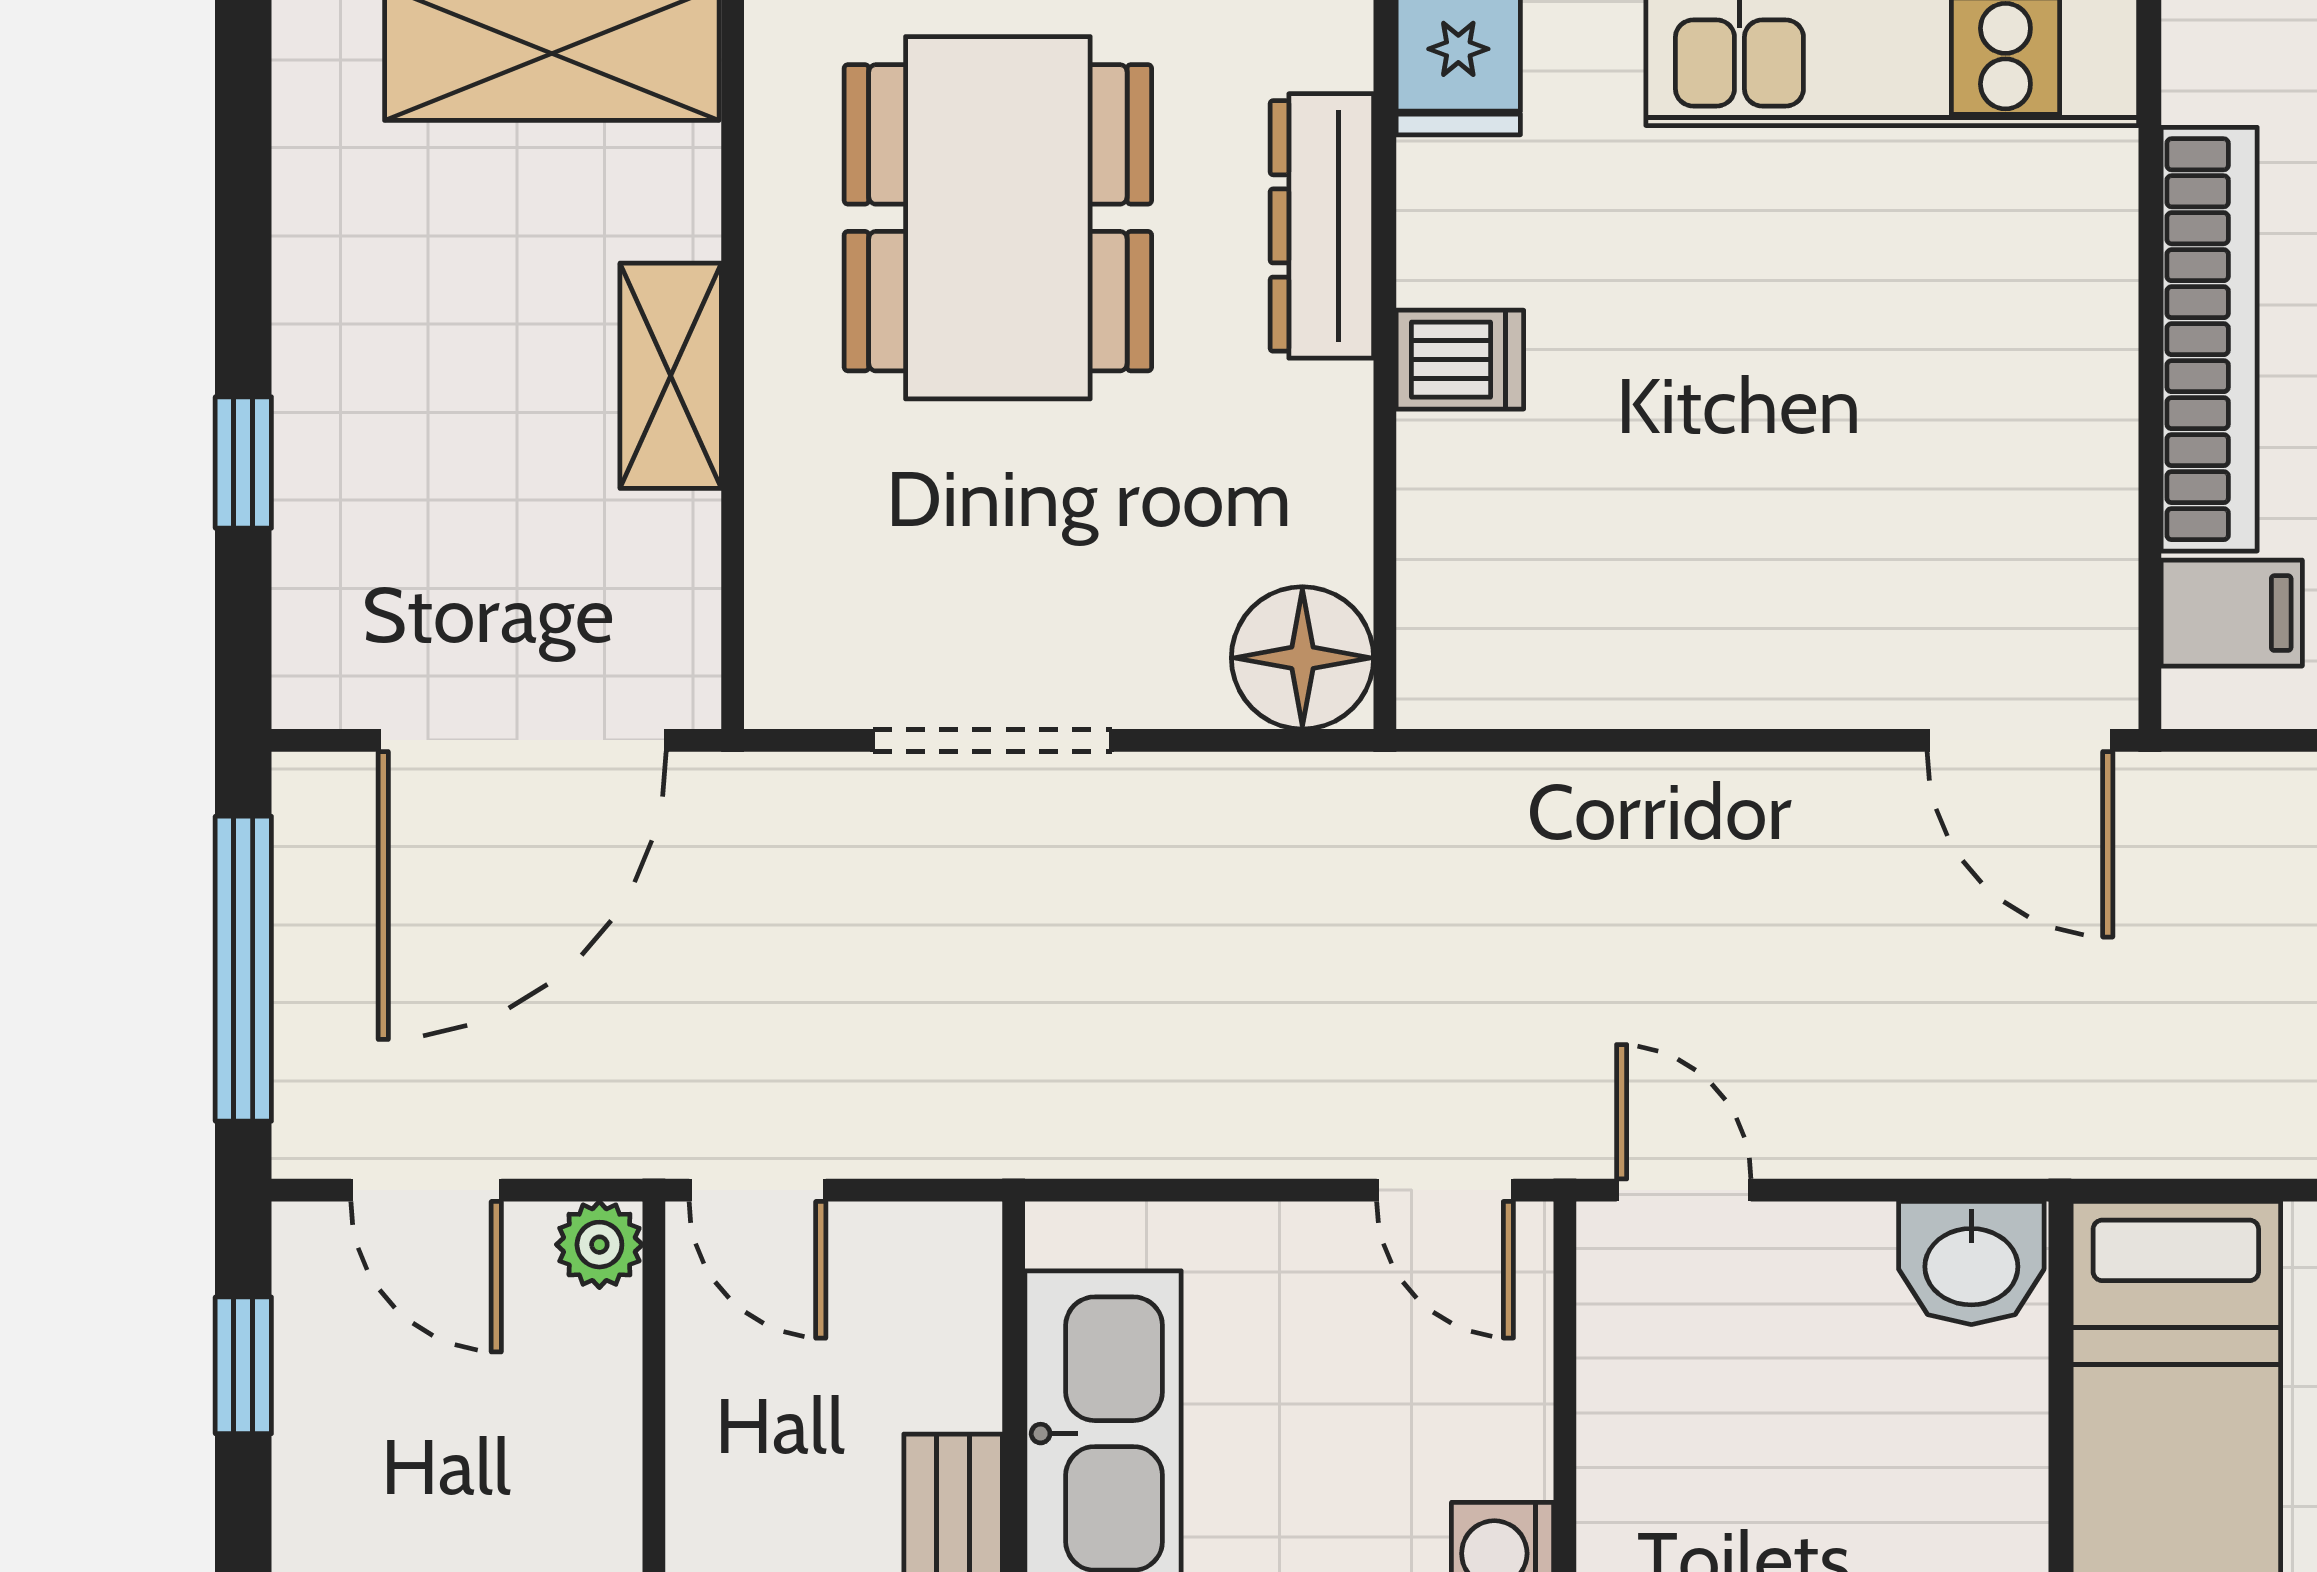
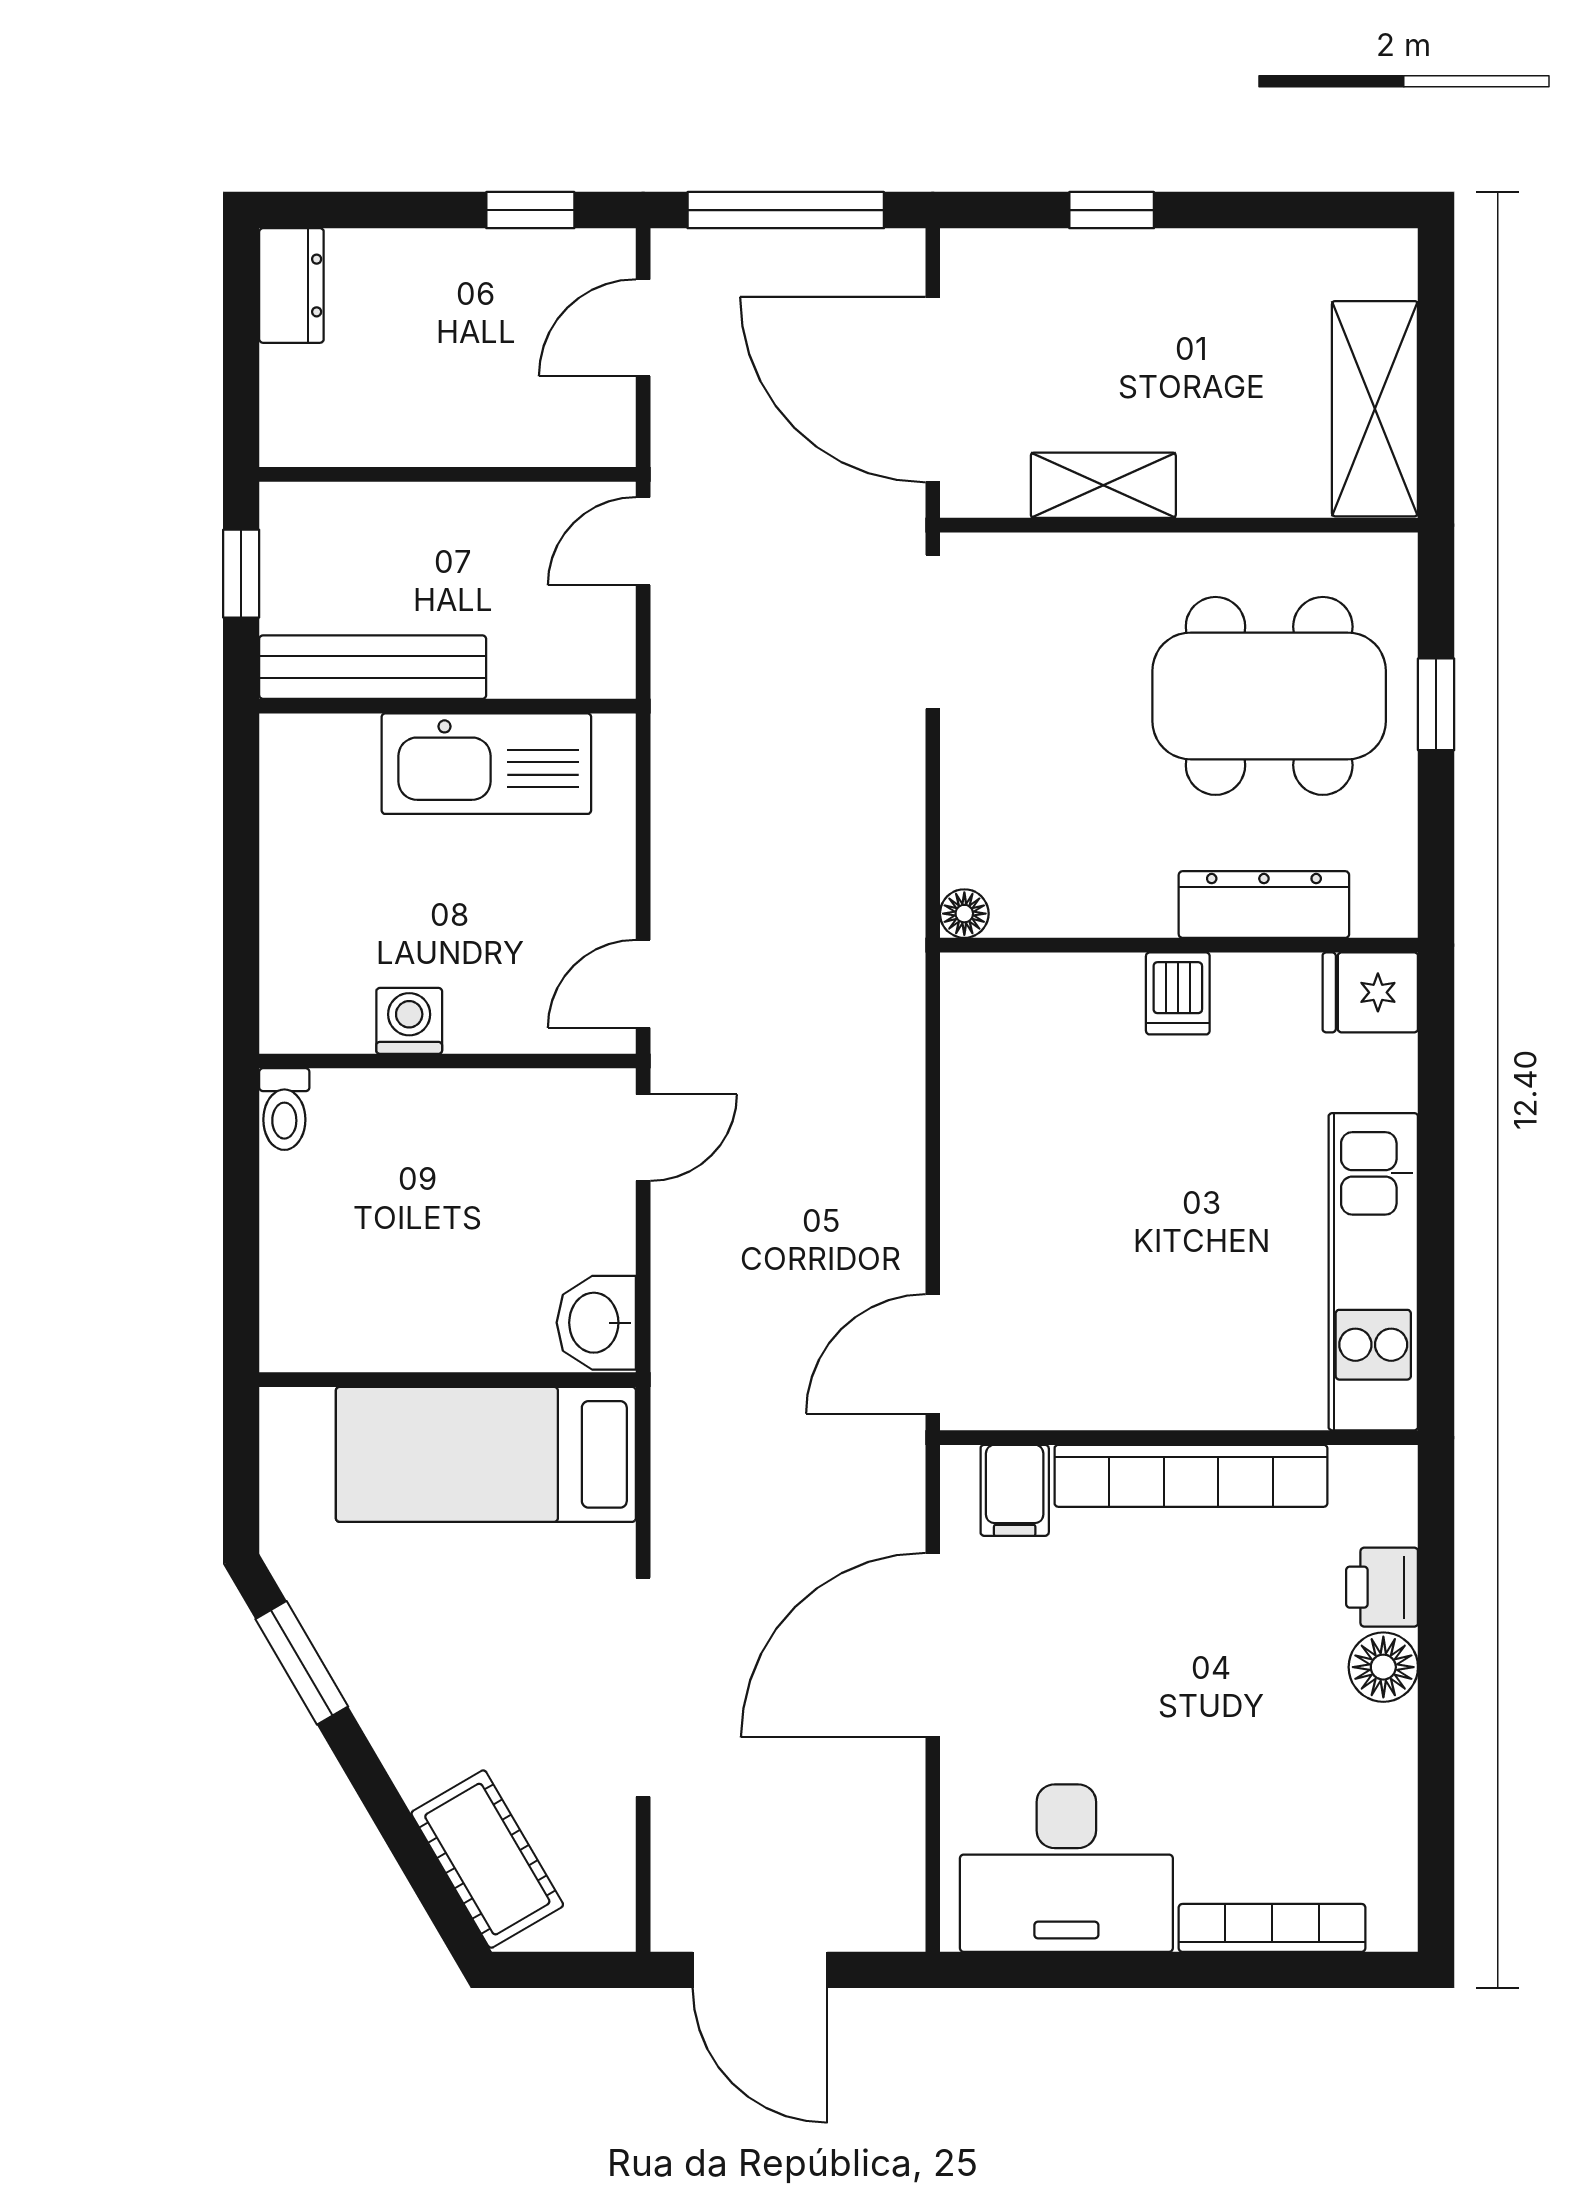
shelving: (671, 376) -> (1103, 485), moved
floor lamp: (1302, 658) -> (964, 914), width x0.53, depth x0.53
doorway: (992, 740) -> (933, 632), moved
plant: (599, 1245) -> (608, 439), removed

